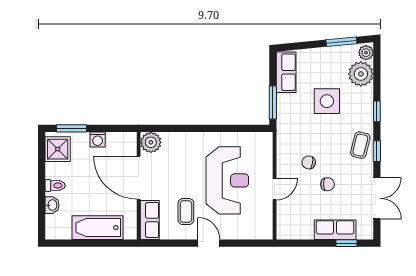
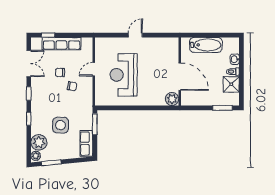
washing machine: (98, 140) -> (206, 101), removed
coffee table: (360, 145) -> (39, 97), removed
shower: (58, 149) -> (231, 84), moved
double door: (377, 198) -> (29, 64), swing flipped
coffee table: (186, 212) -> (150, 55), removed
row of seats: (150, 220) -> (173, 50), removed
row of seats: (335, 230) -> (62, 44), width x1.48
door: (209, 243) -> (135, 35), swing flipped

